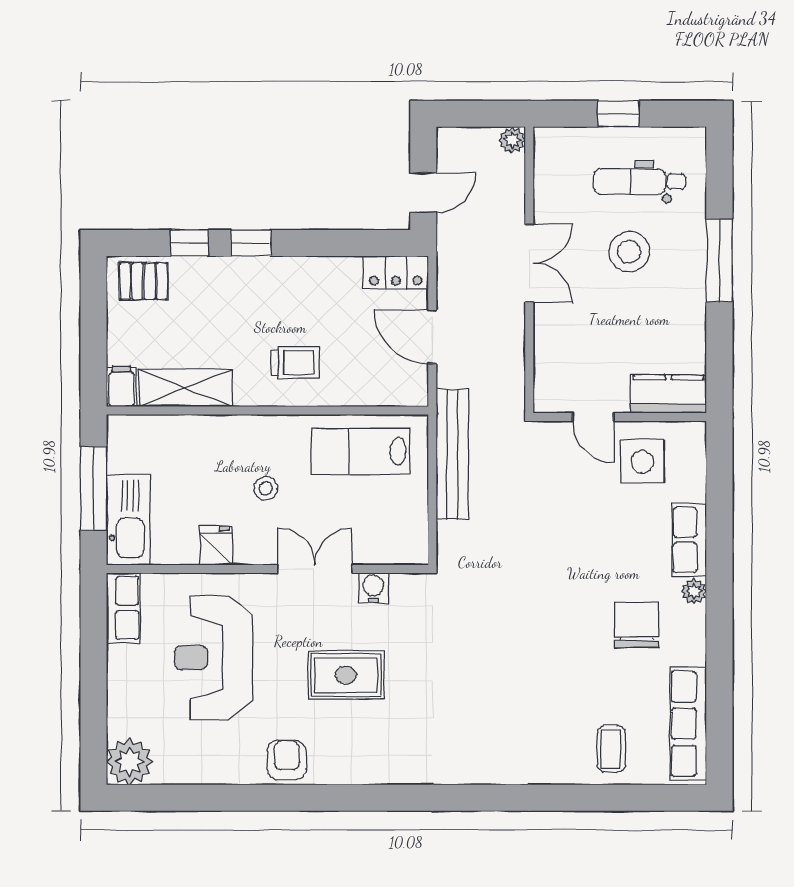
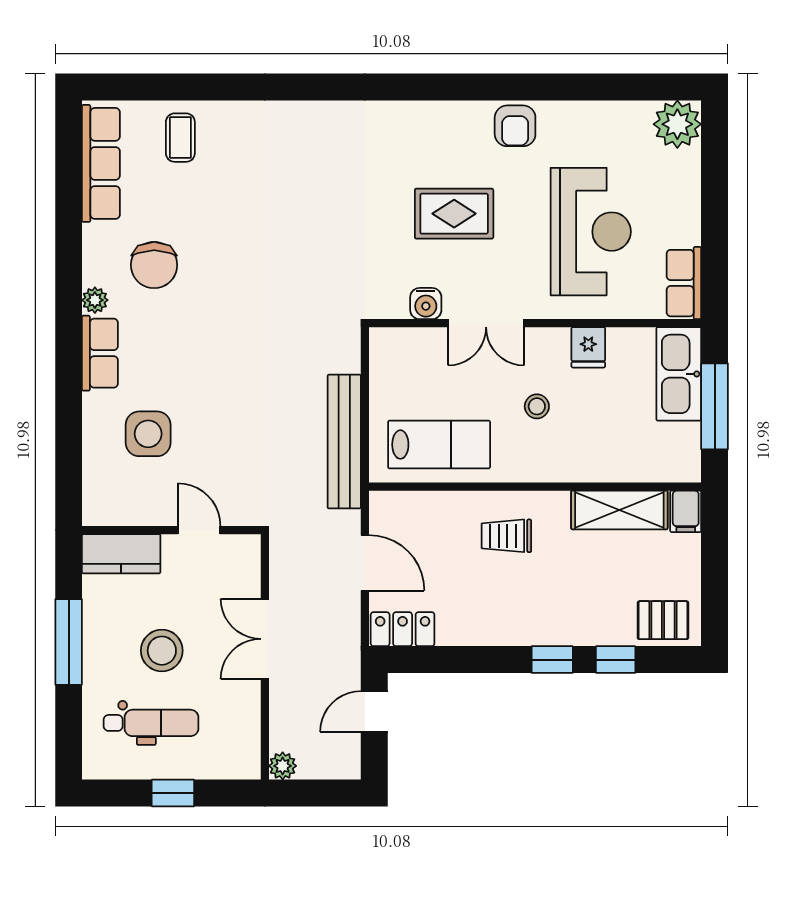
kitchen counter: (668, 394) -> (121, 554), moved
door: (593, 417) -> (199, 530), moved
wall: (620, 417) -> (171, 530), moved

